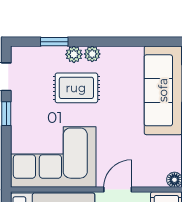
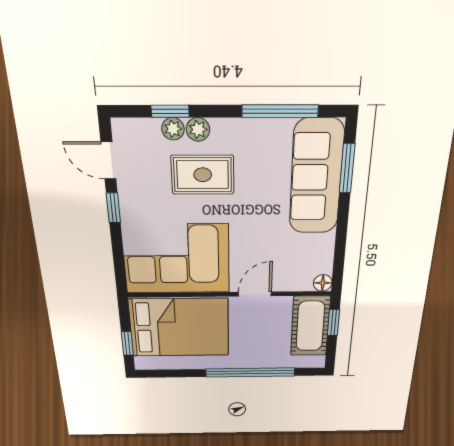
window: (134, 42) -> (280, 111), added
plant: (92, 54) -> (173, 129), moved

